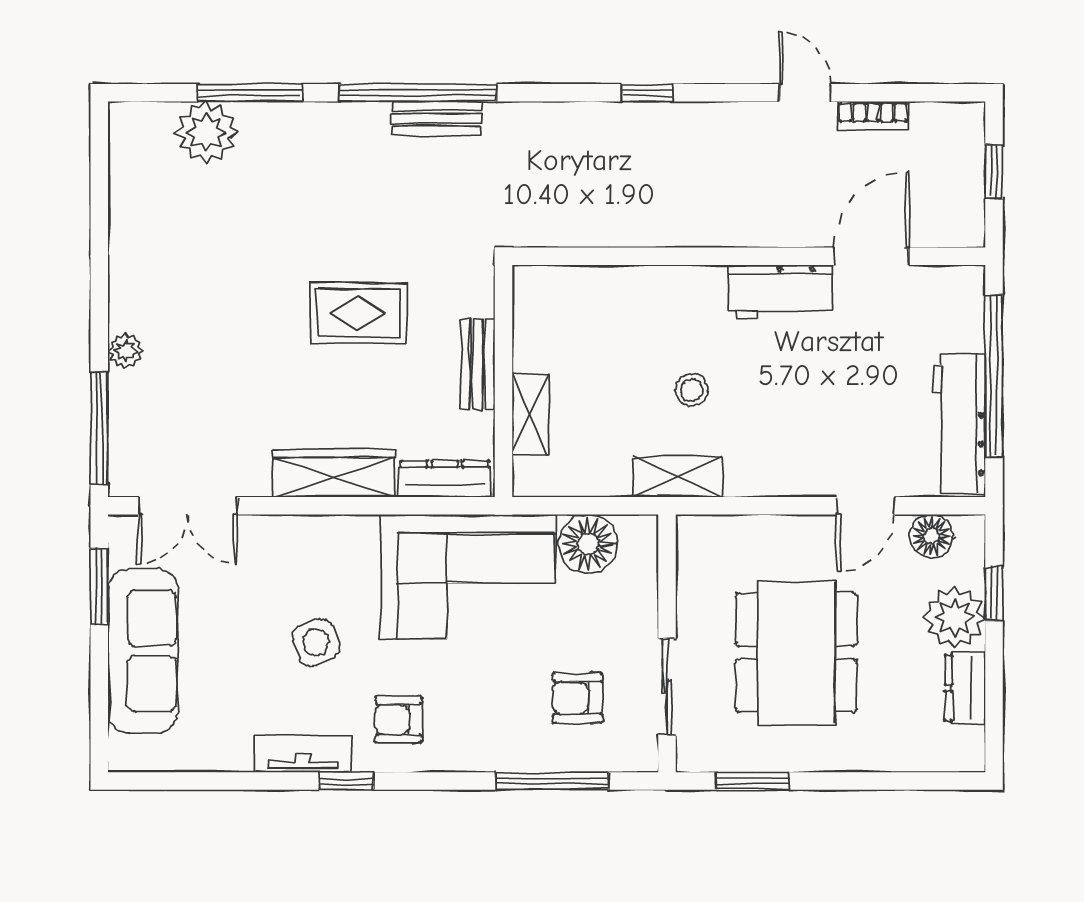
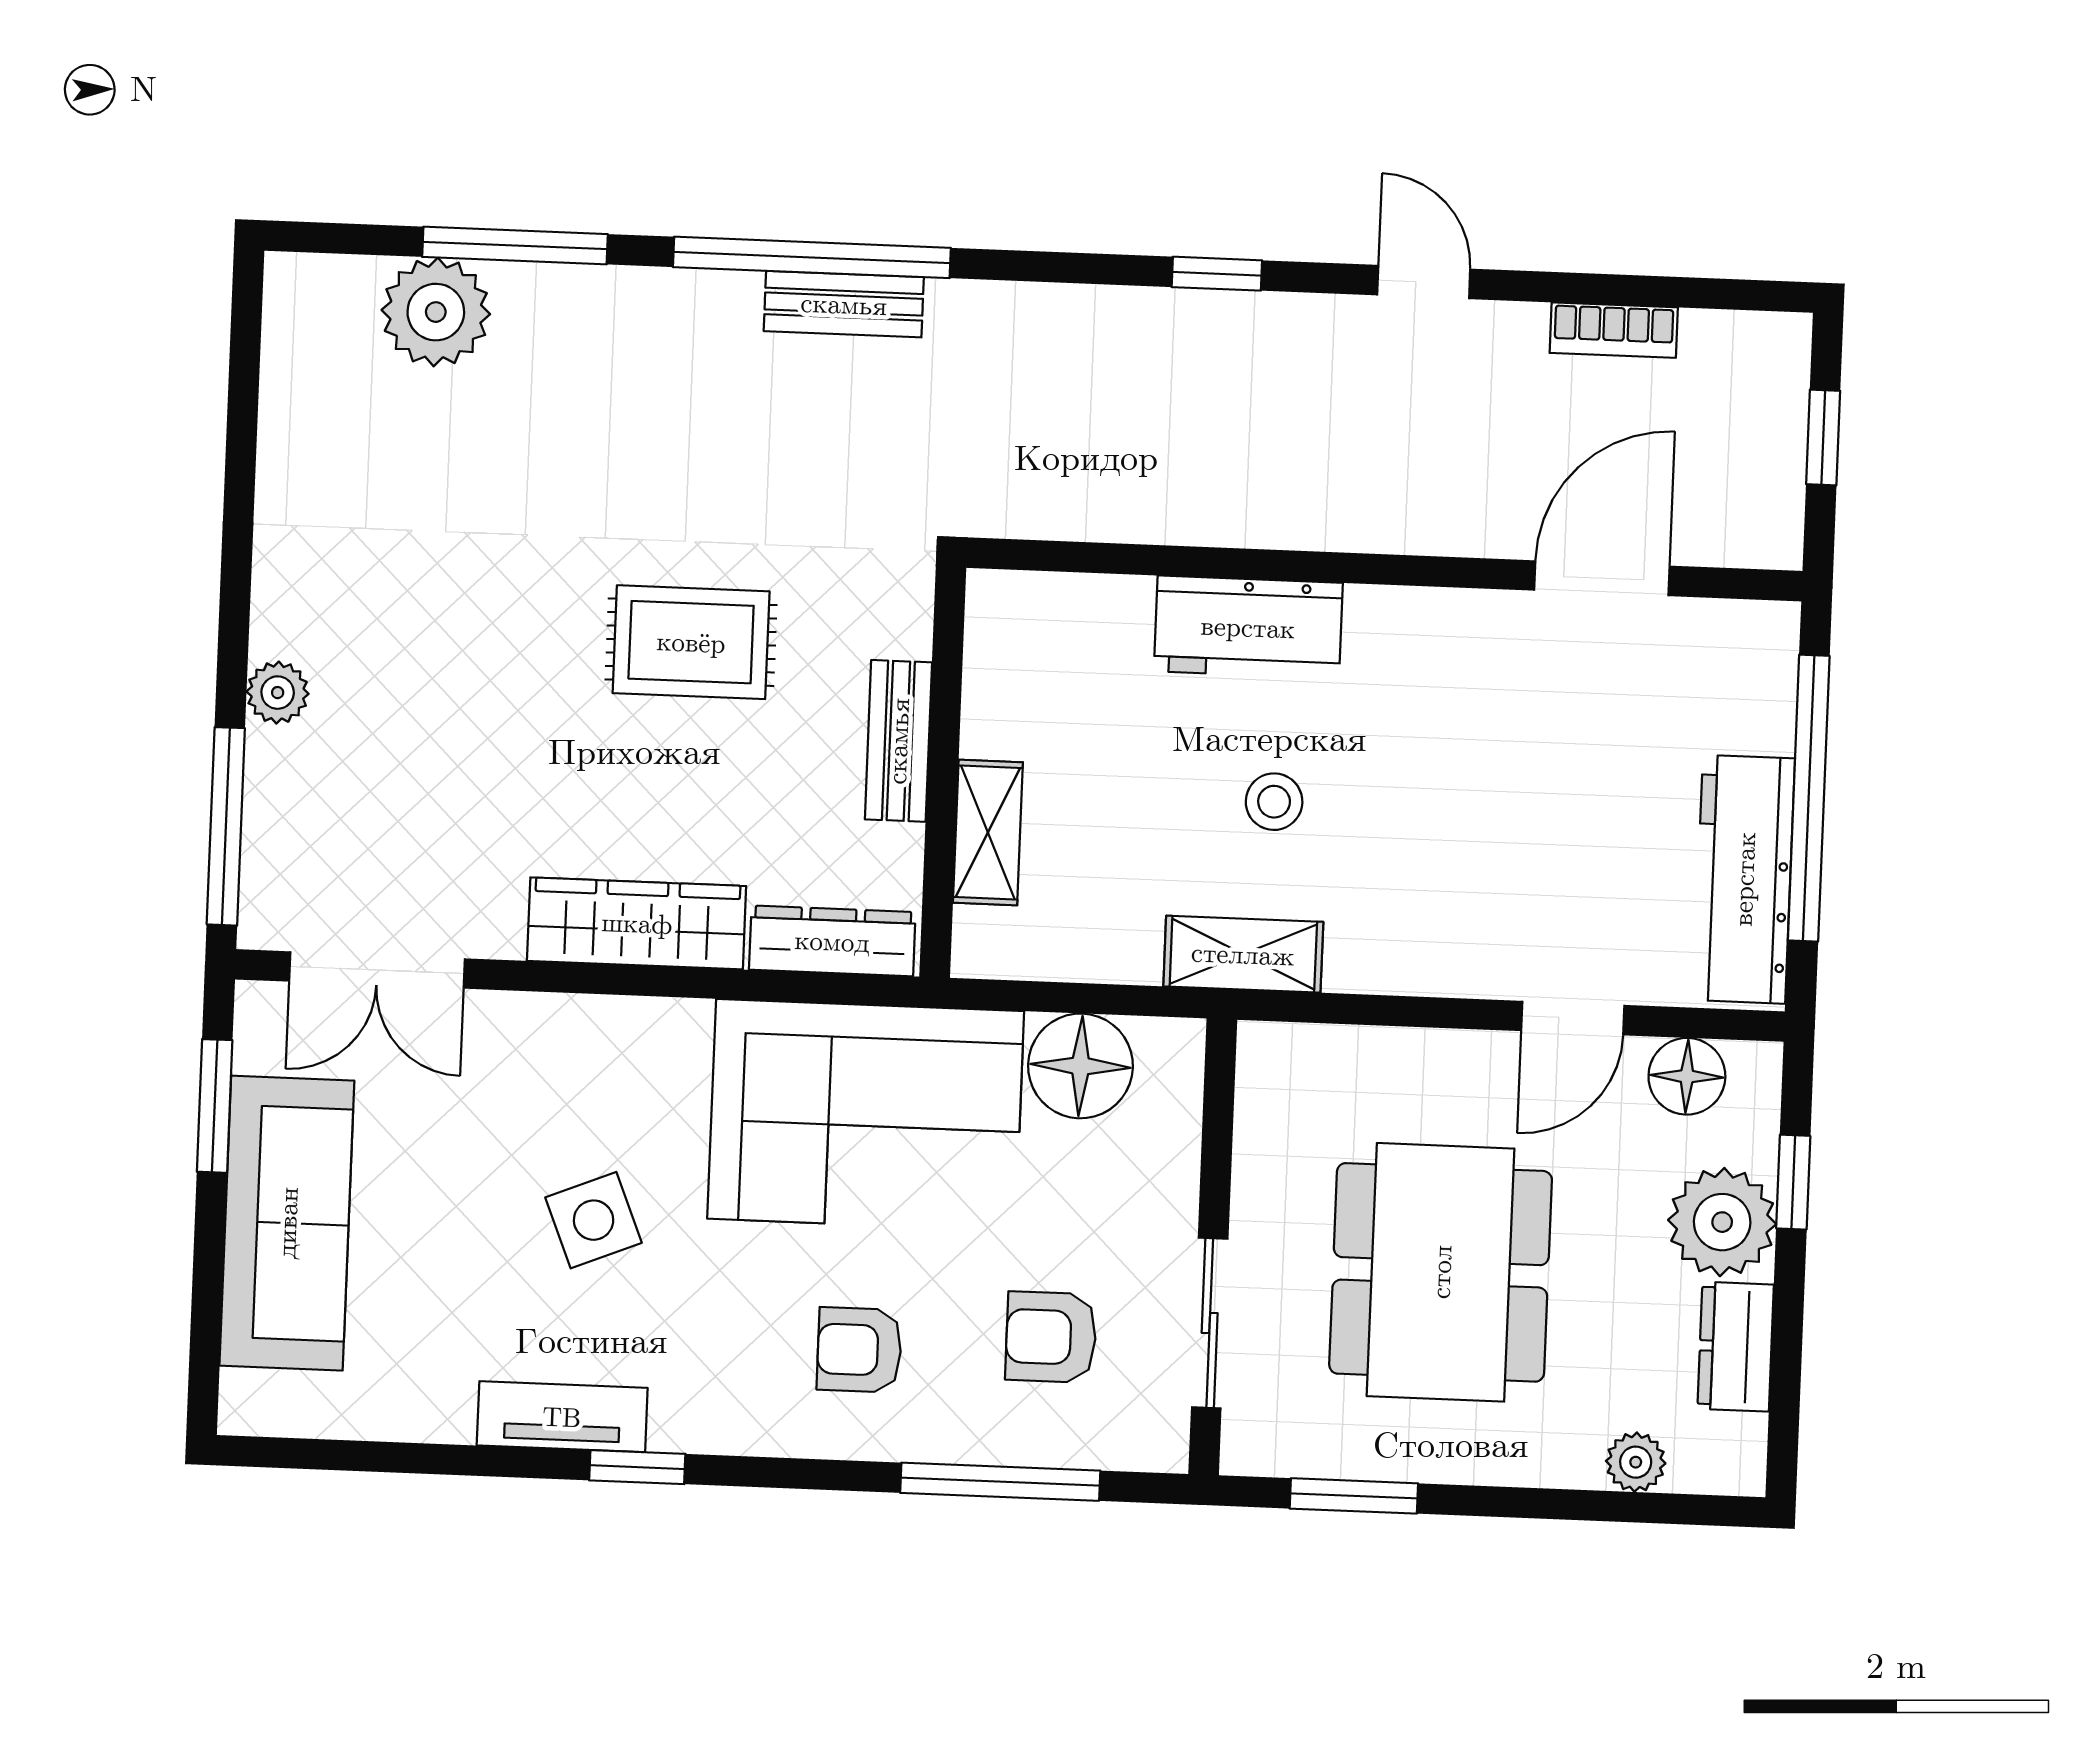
door: (805, 93) -> (1424, 282), moved
workbench: (780, 292) -> (1248, 627), moved
armchair: (399, 720) -> (859, 1350), moved
plant: (911, 755) -> (1636, 1462), added

